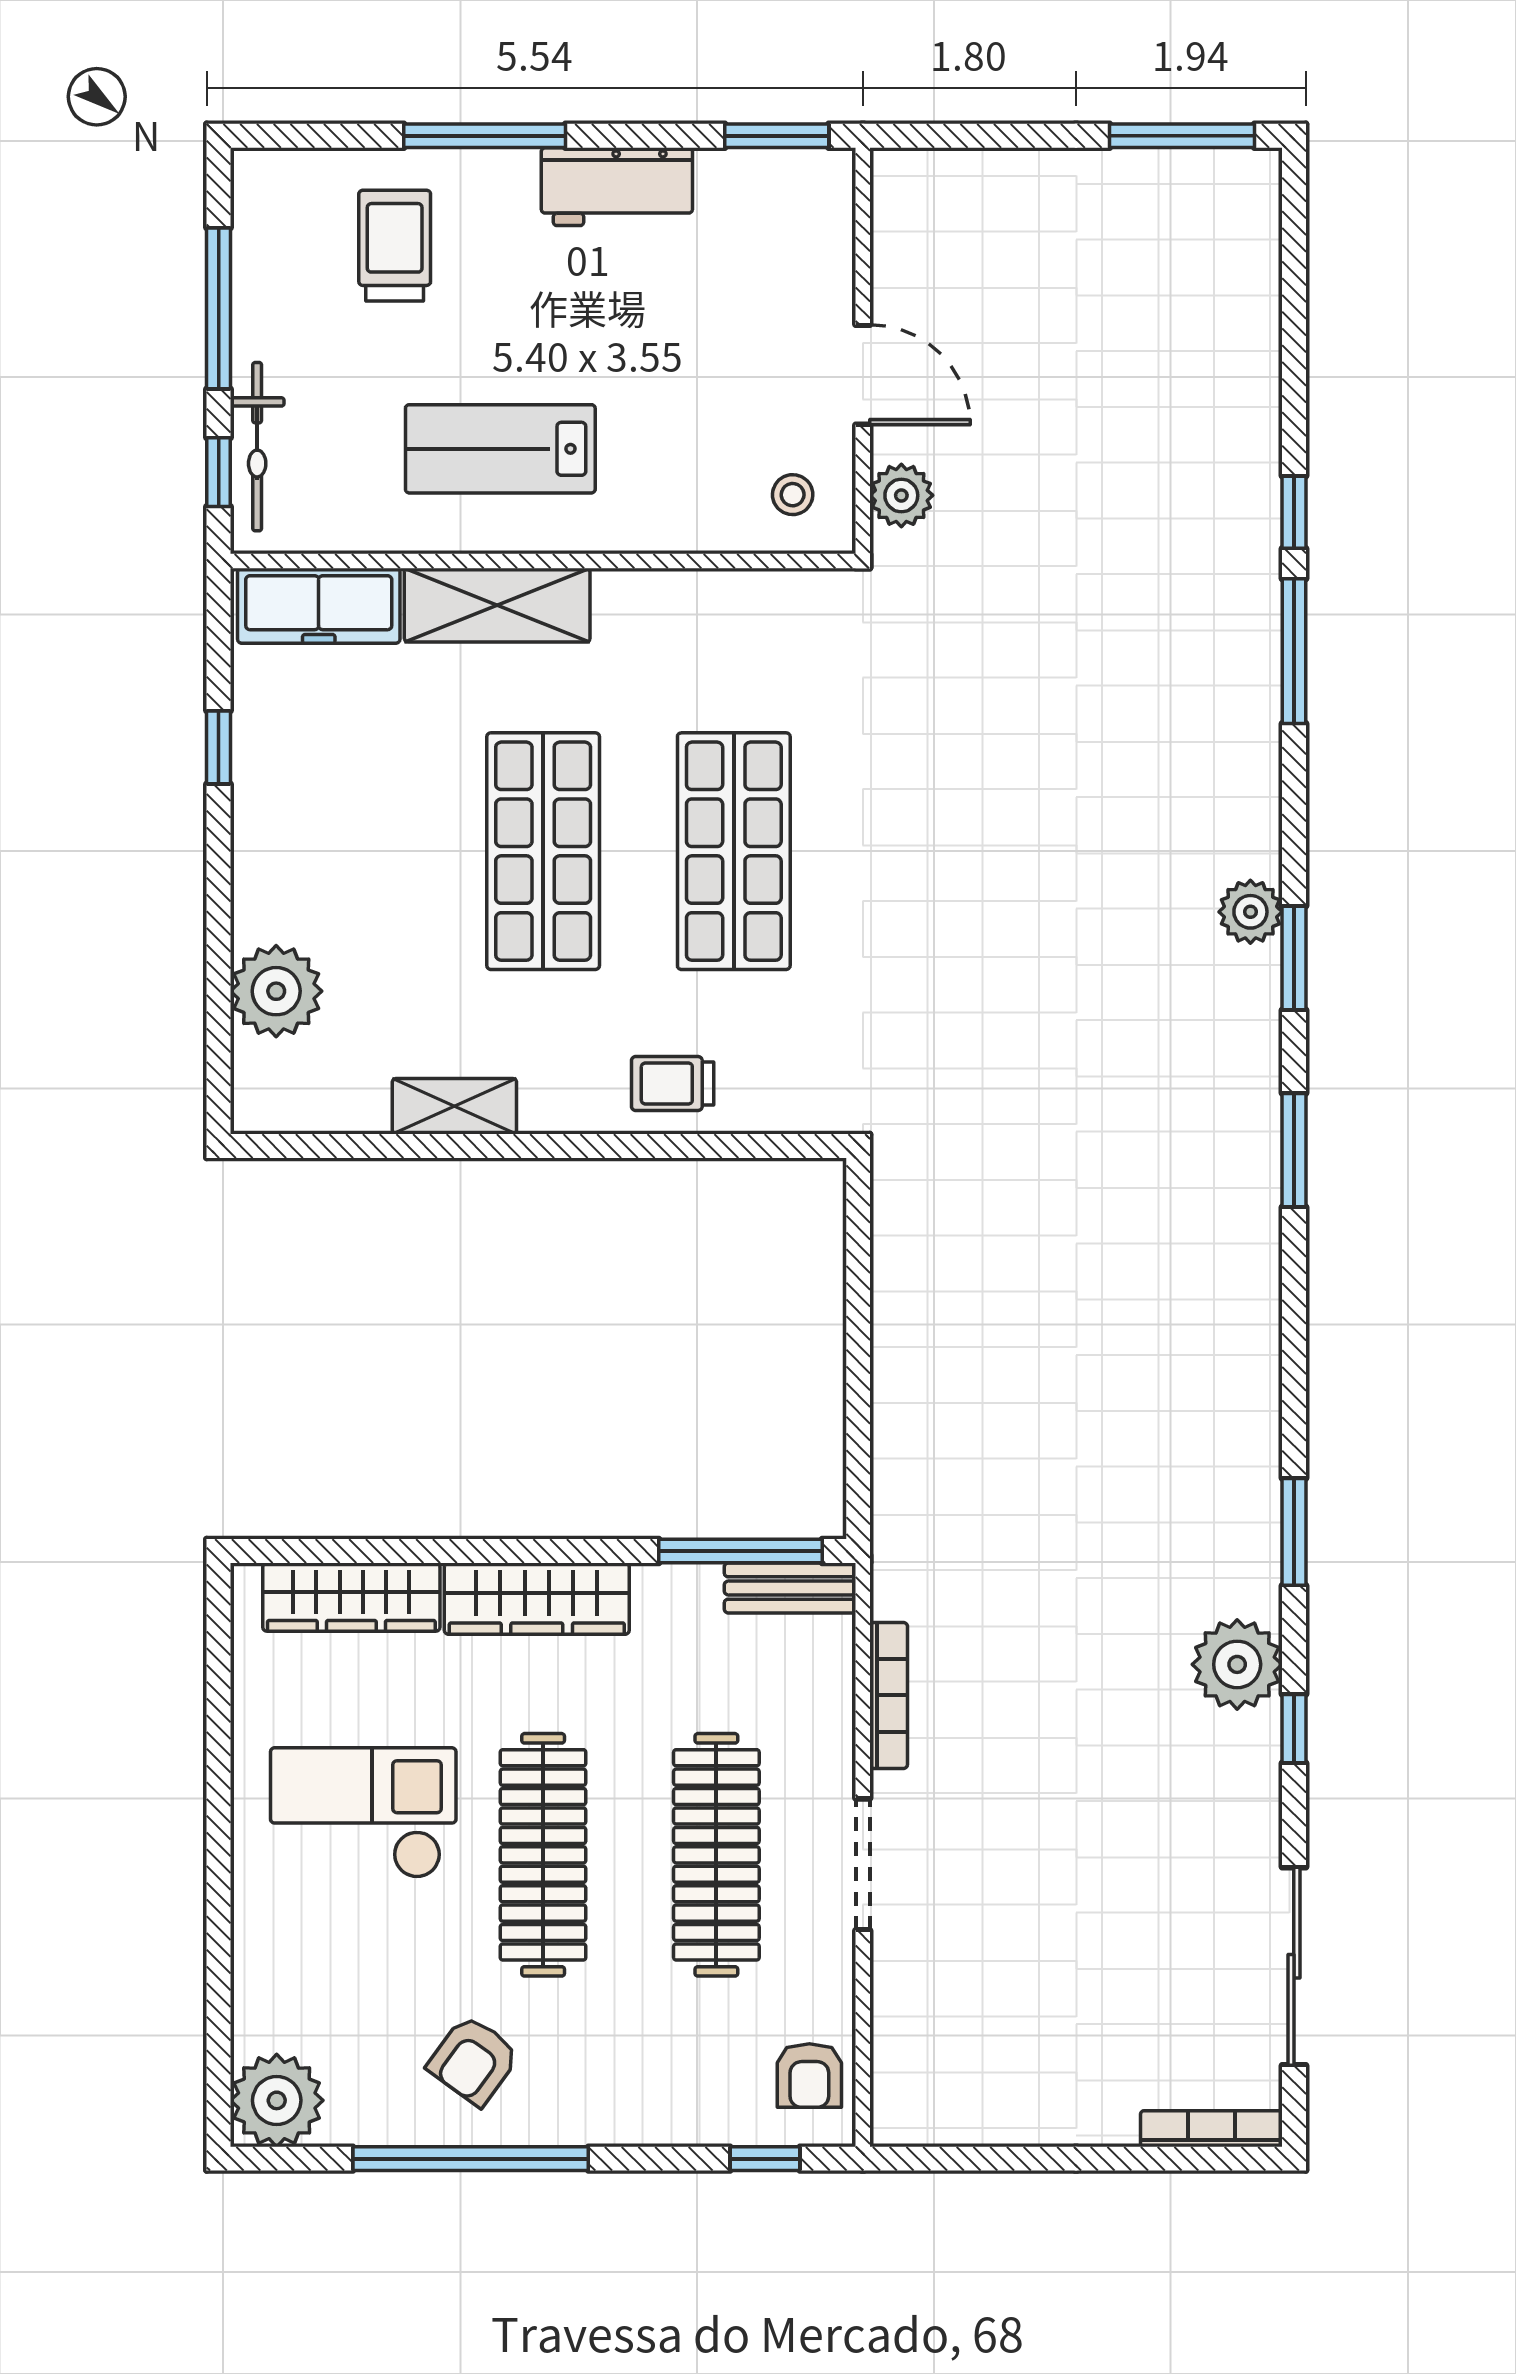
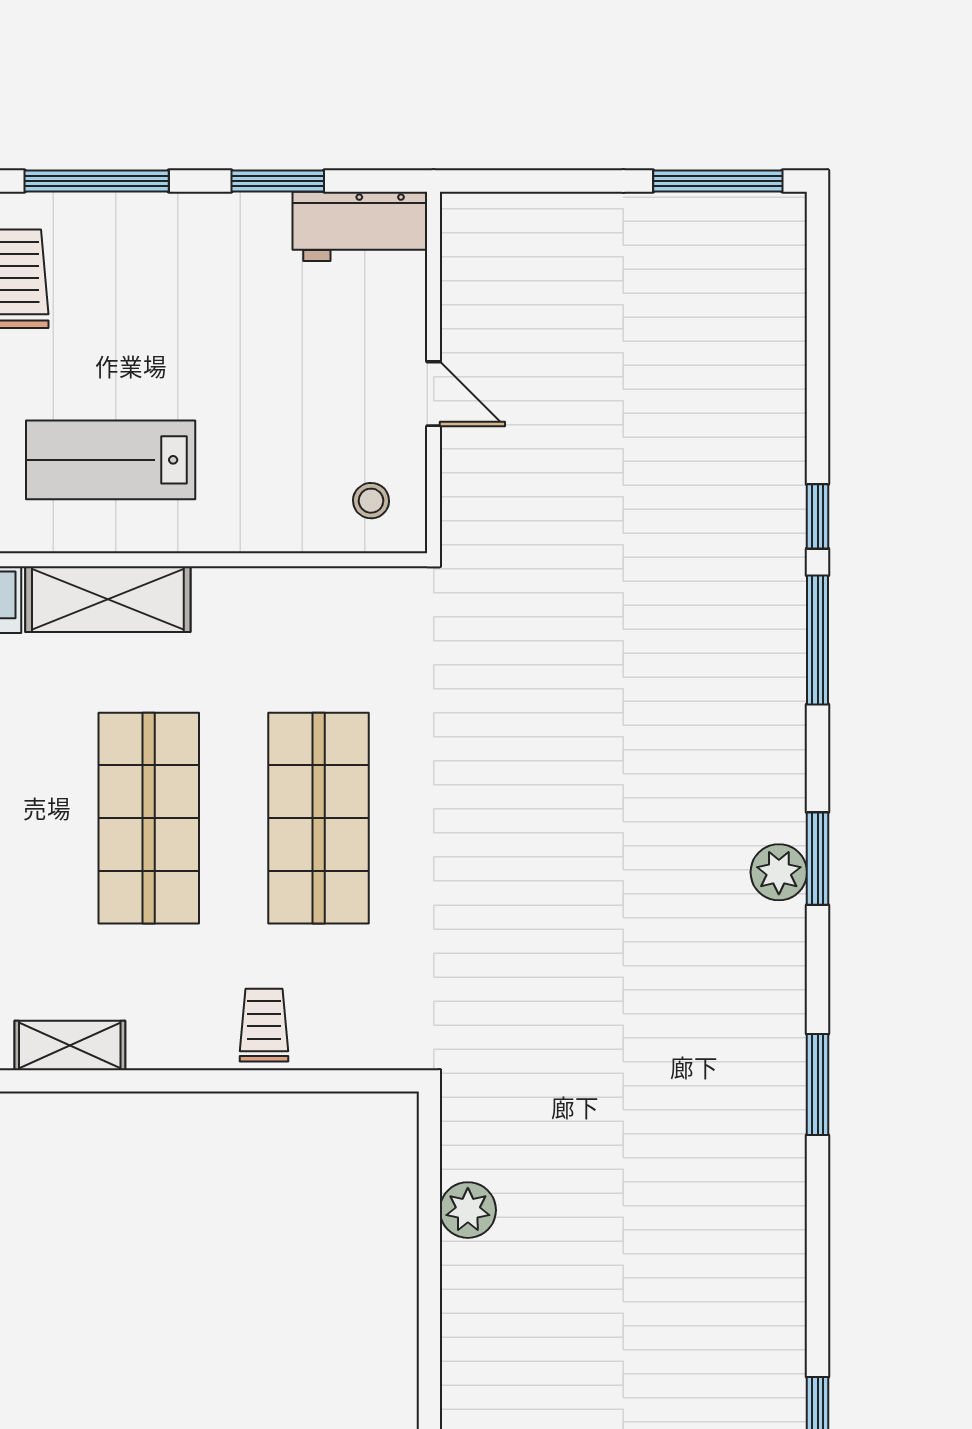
window: (777, 136) -> (278, 181), moved
workbench: (617, 187) -> (360, 226), moved
door: (863, 375) -> (434, 394), width x0.73
plant: (901, 495) -> (468, 1210), moved
window: (1294, 958) -> (818, 859), moved
trolley: (673, 1083) -> (264, 1025), turned 90

